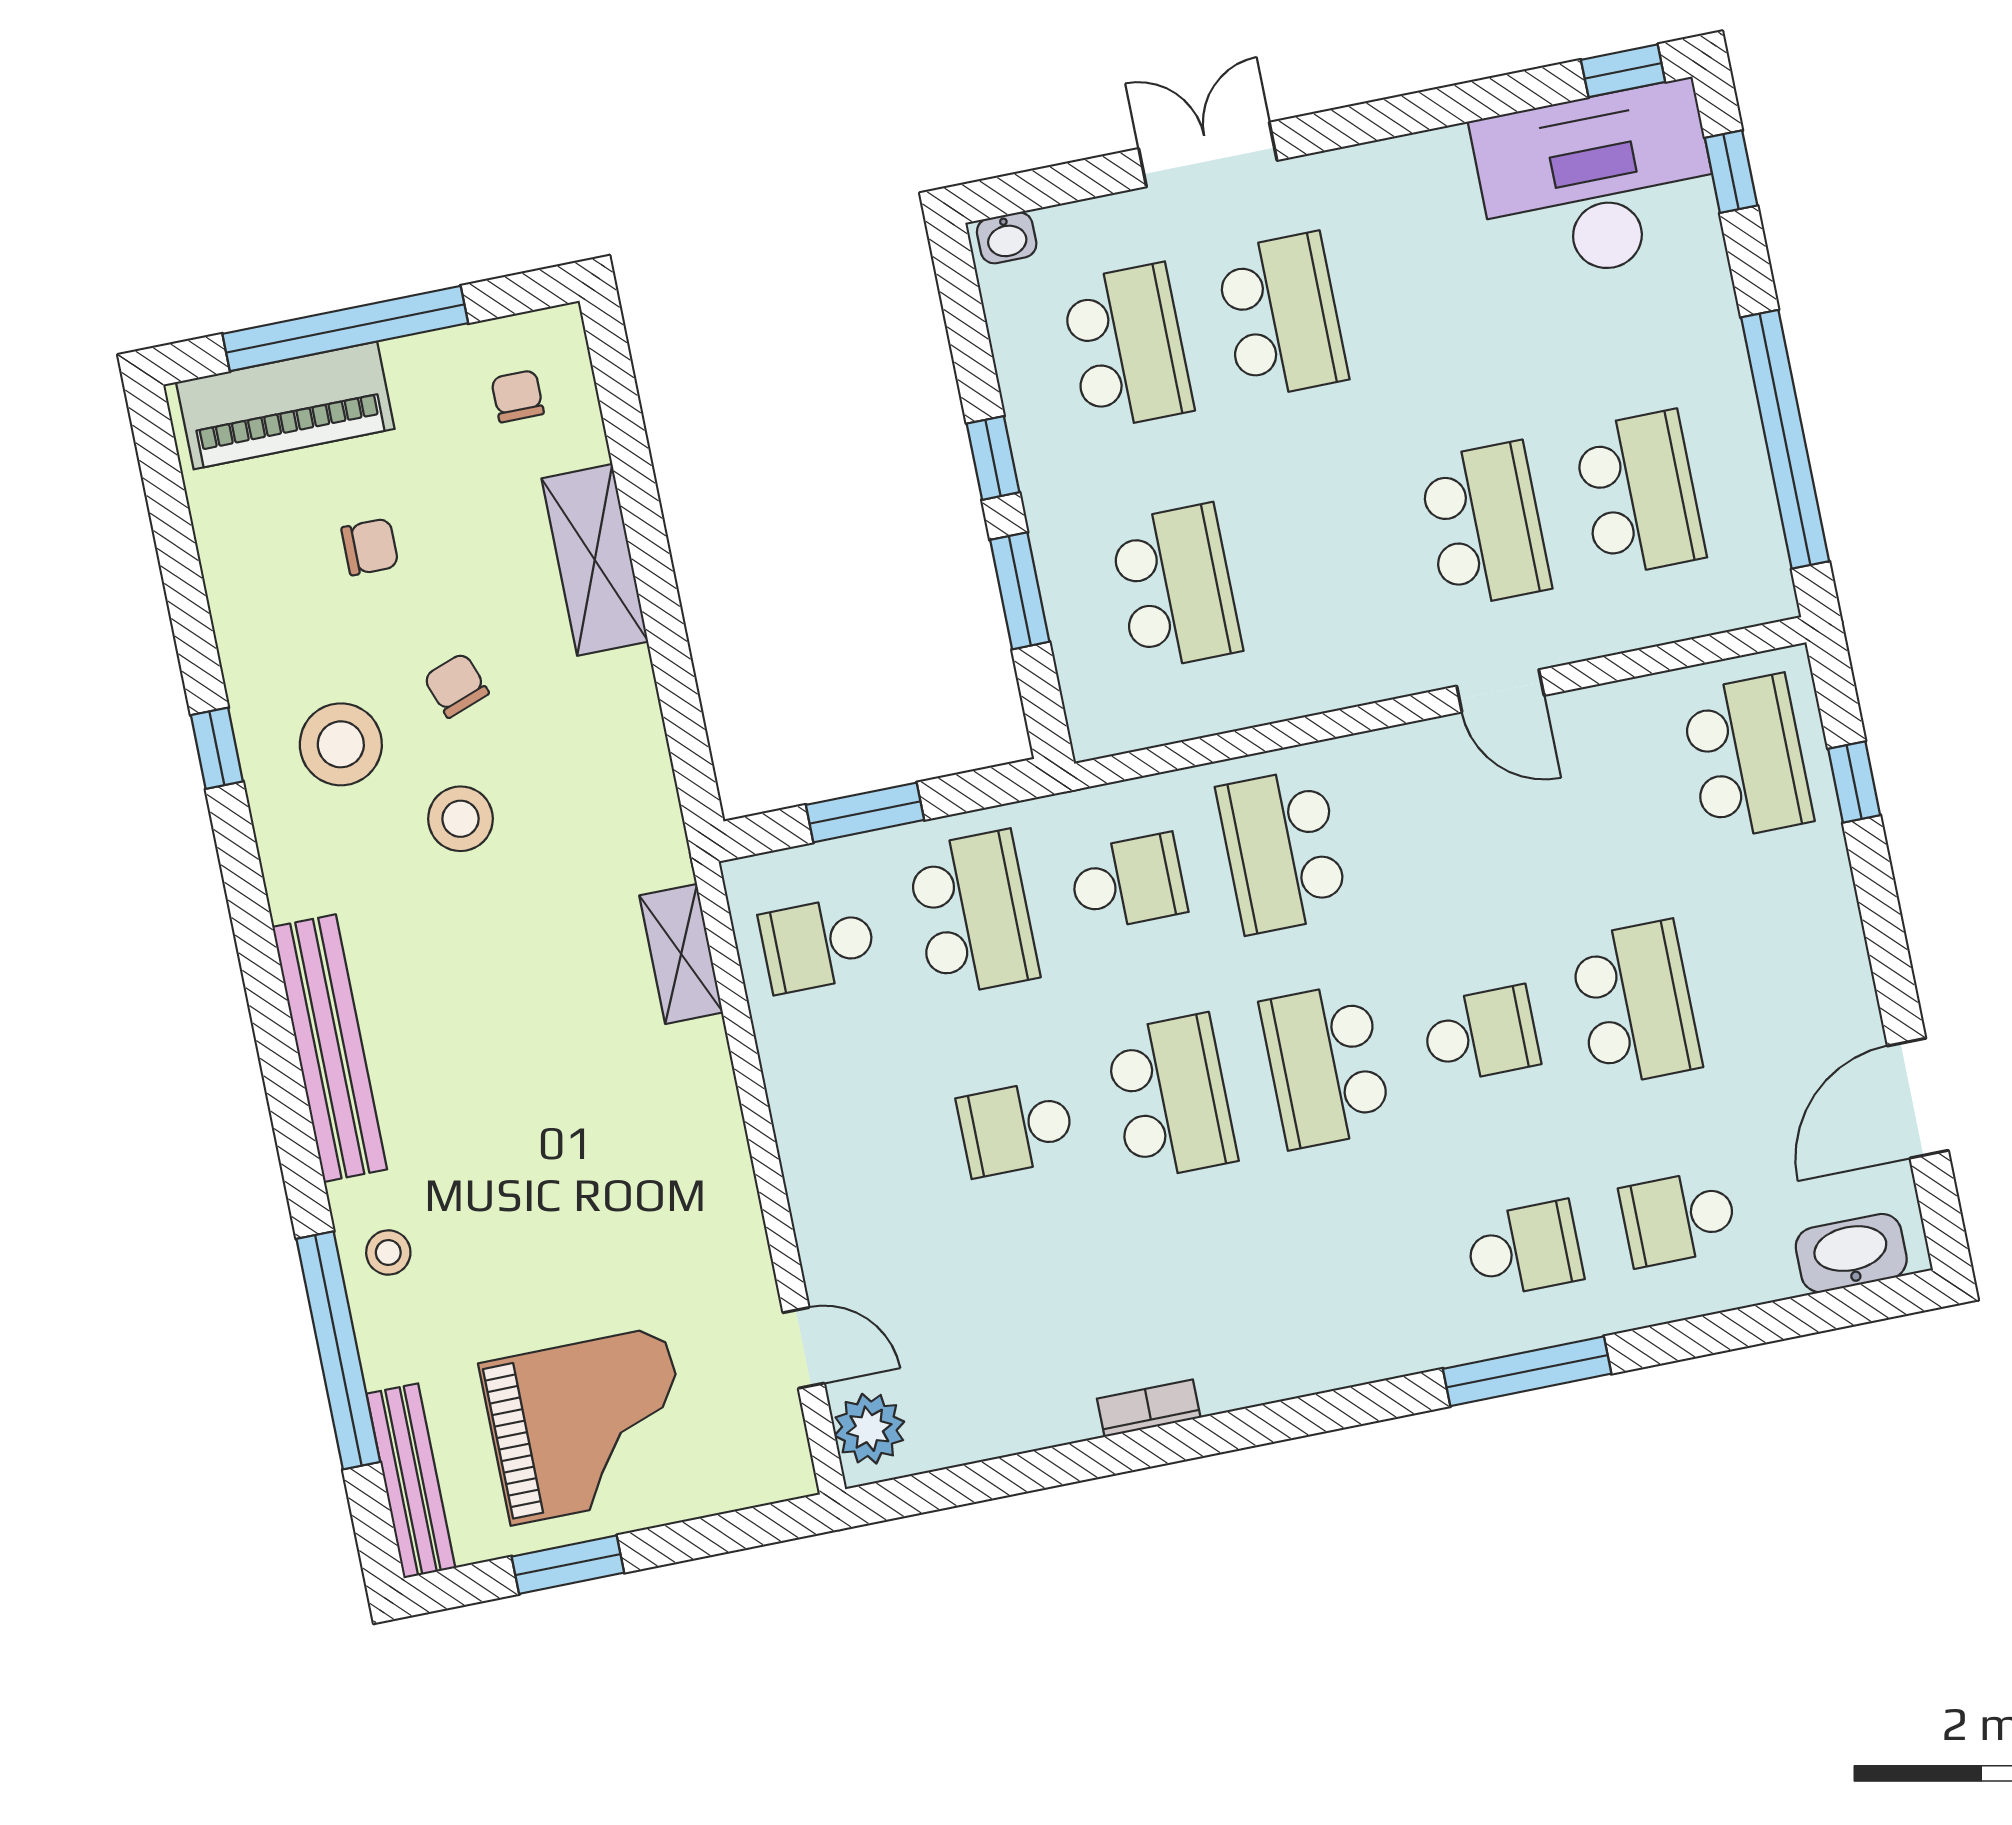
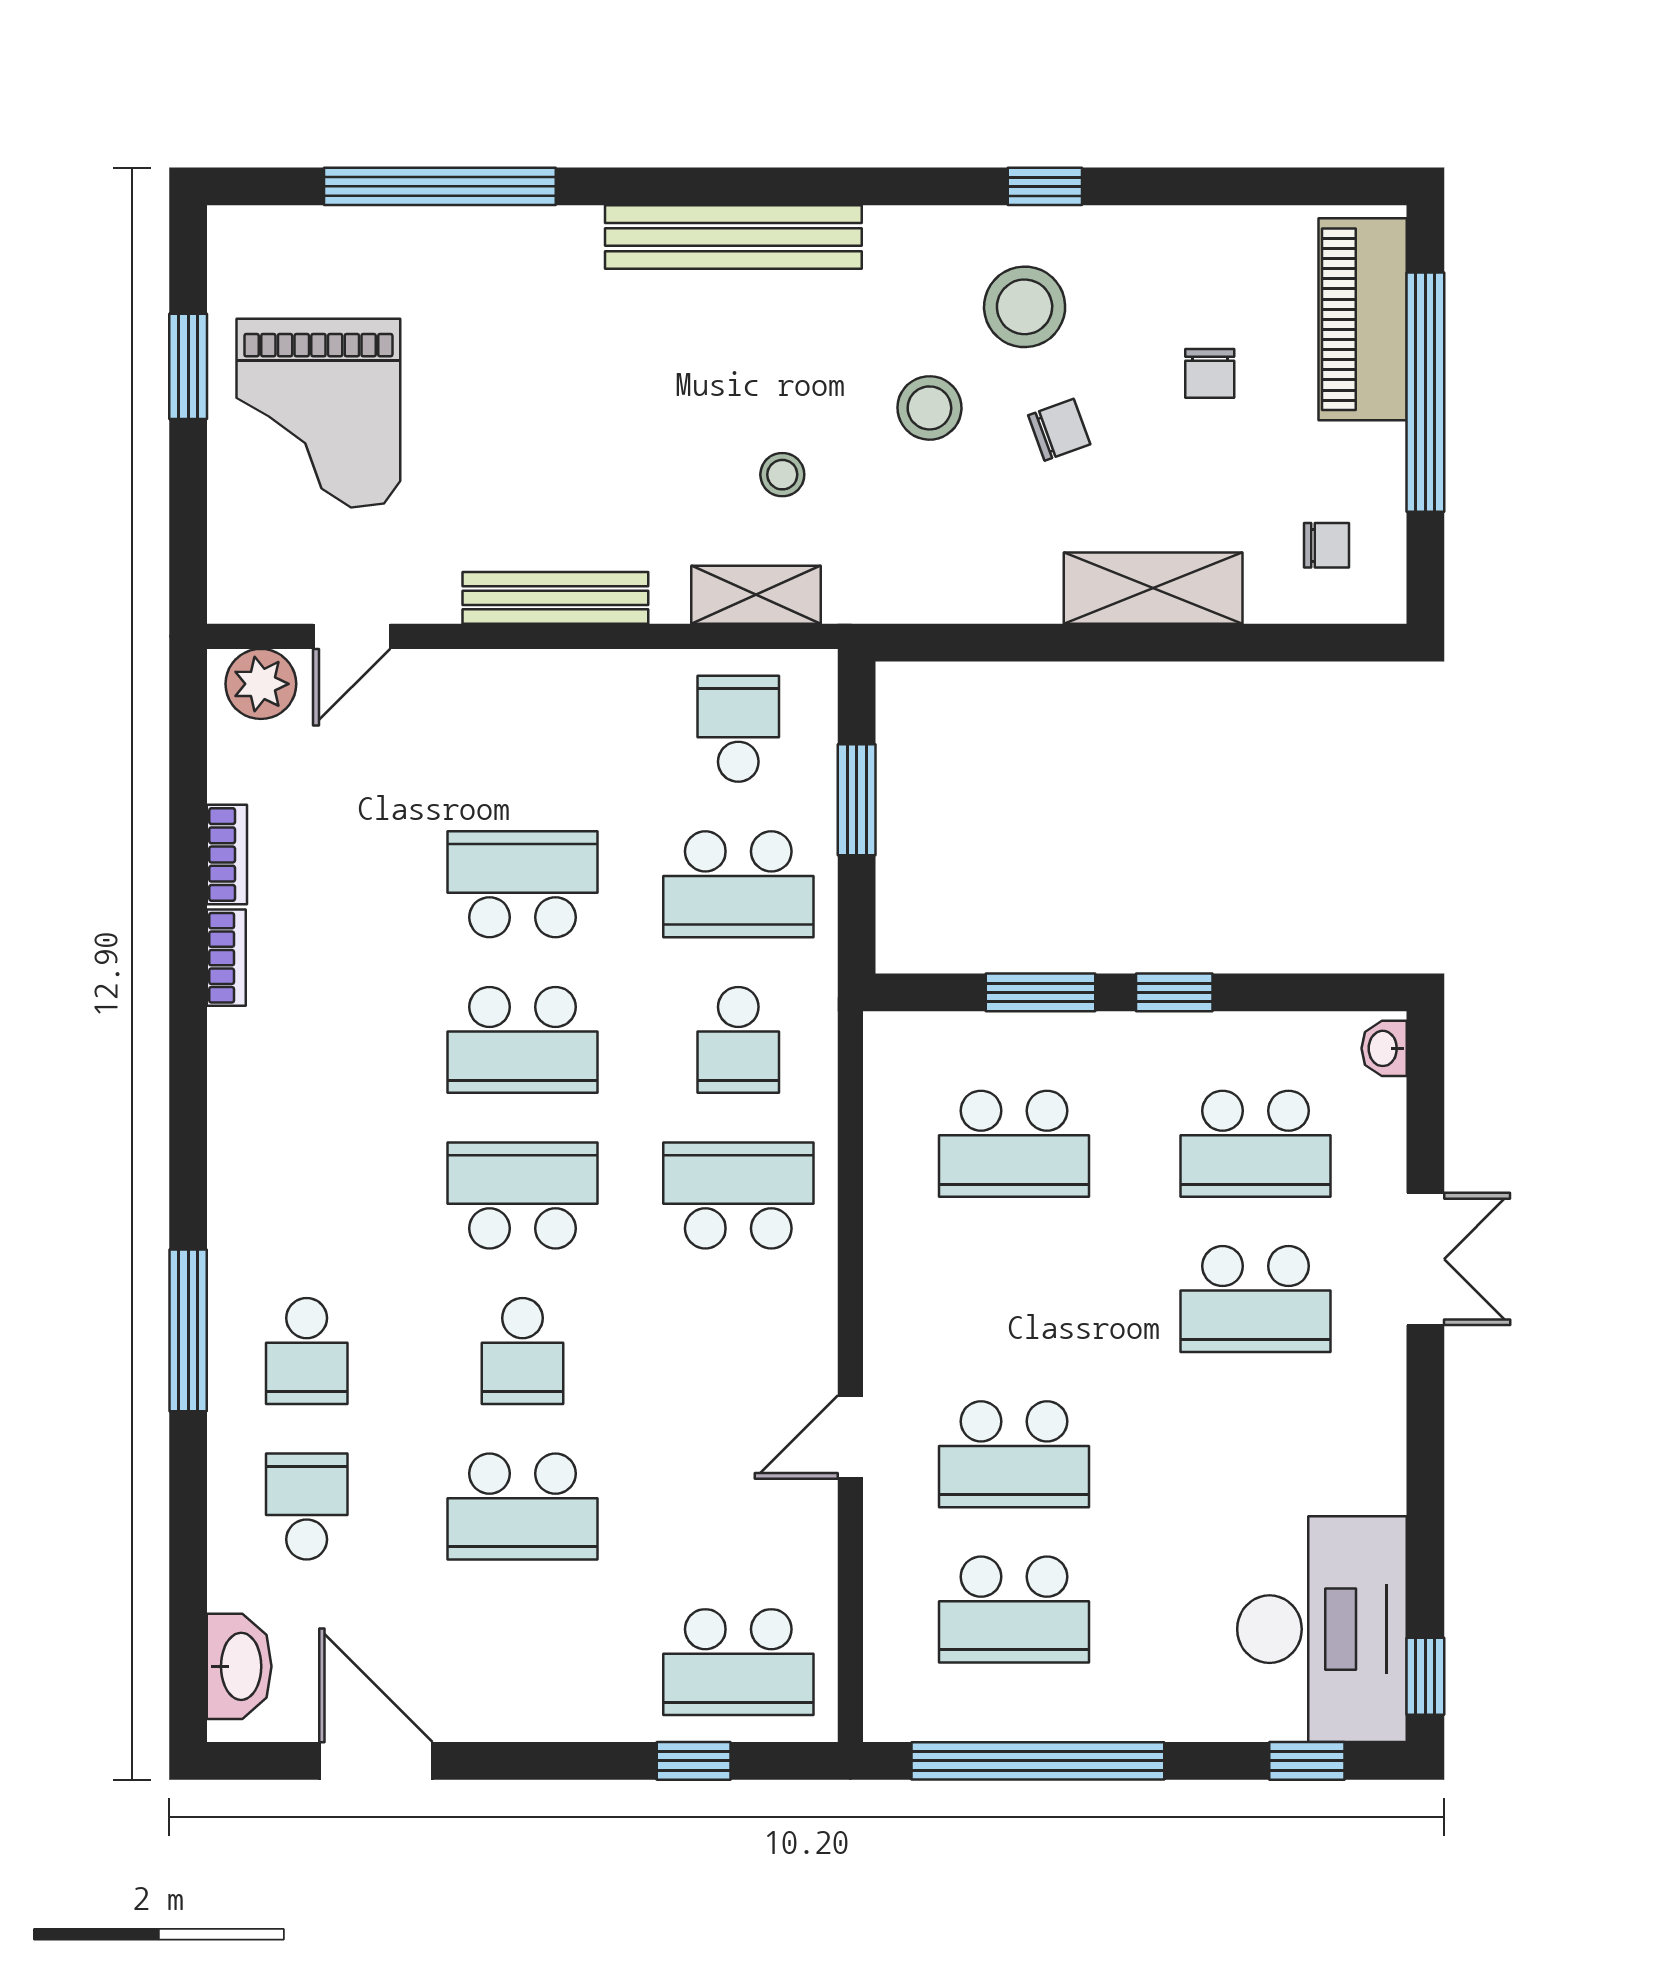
school desk: (1016, 1128) -> (522, 884), width x1.85
stool: (388, 1253) -> (782, 475), moved
bookcase: (1046, 1428) -> (227, 855), added
bench: (411, 1481) -> (555, 598), moved

